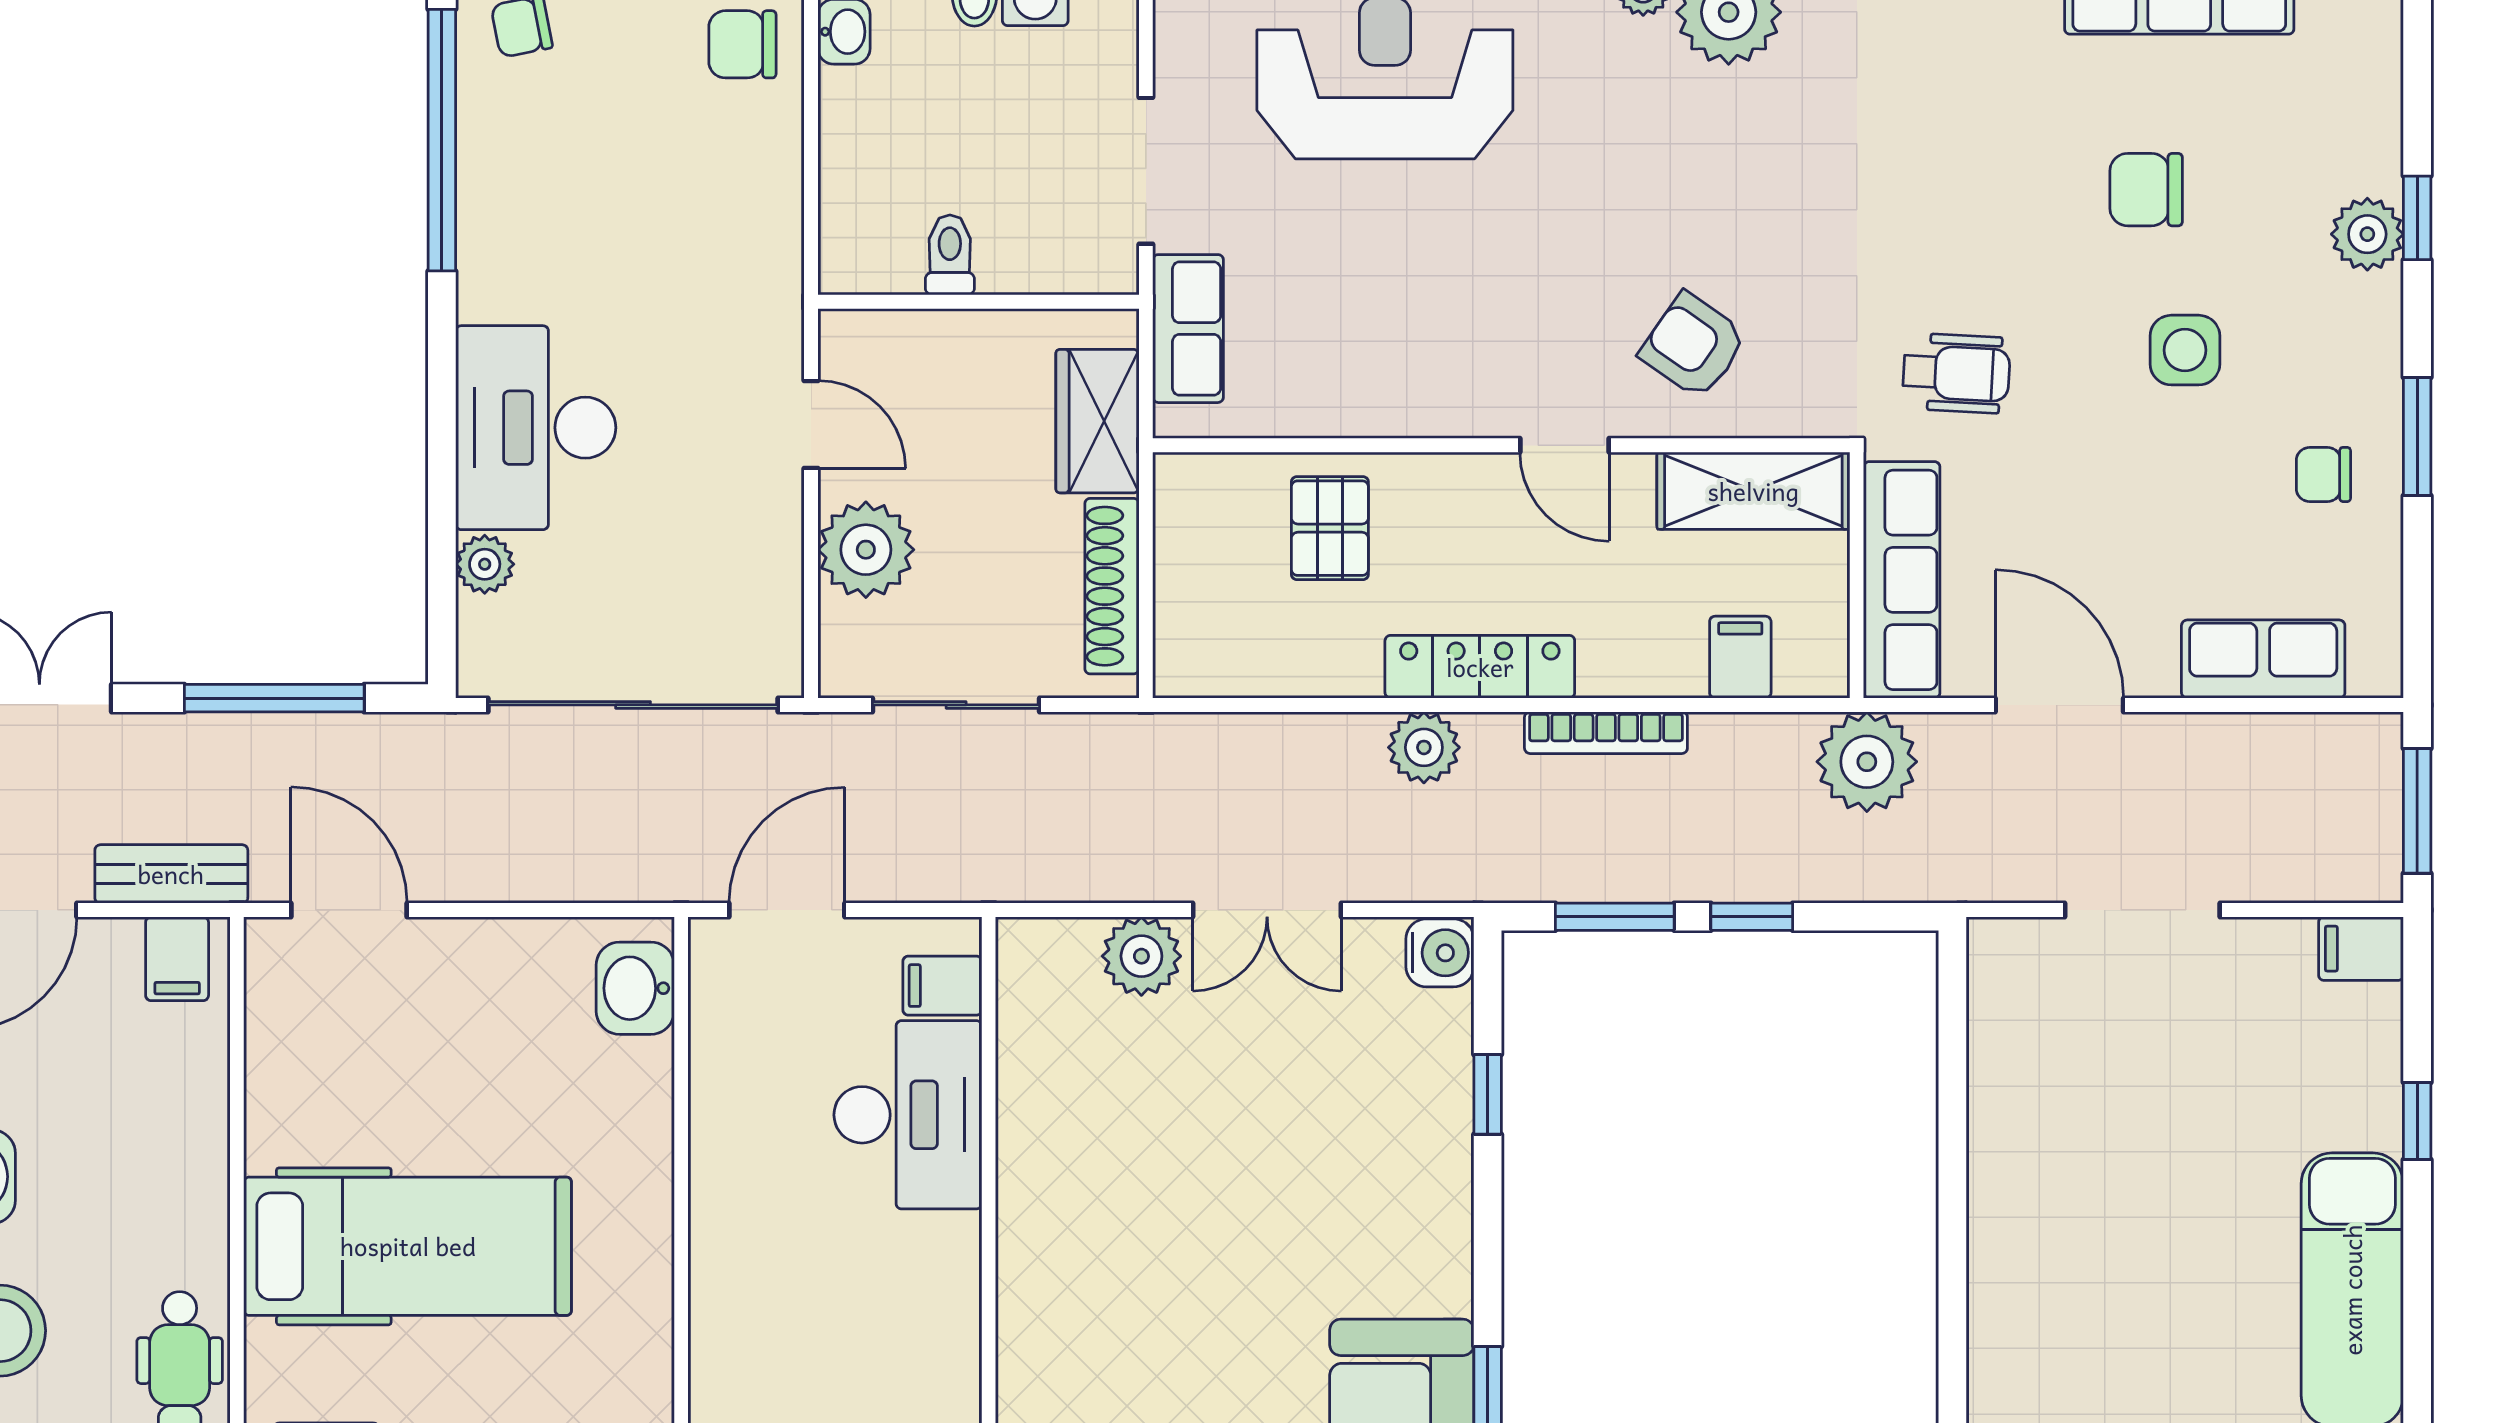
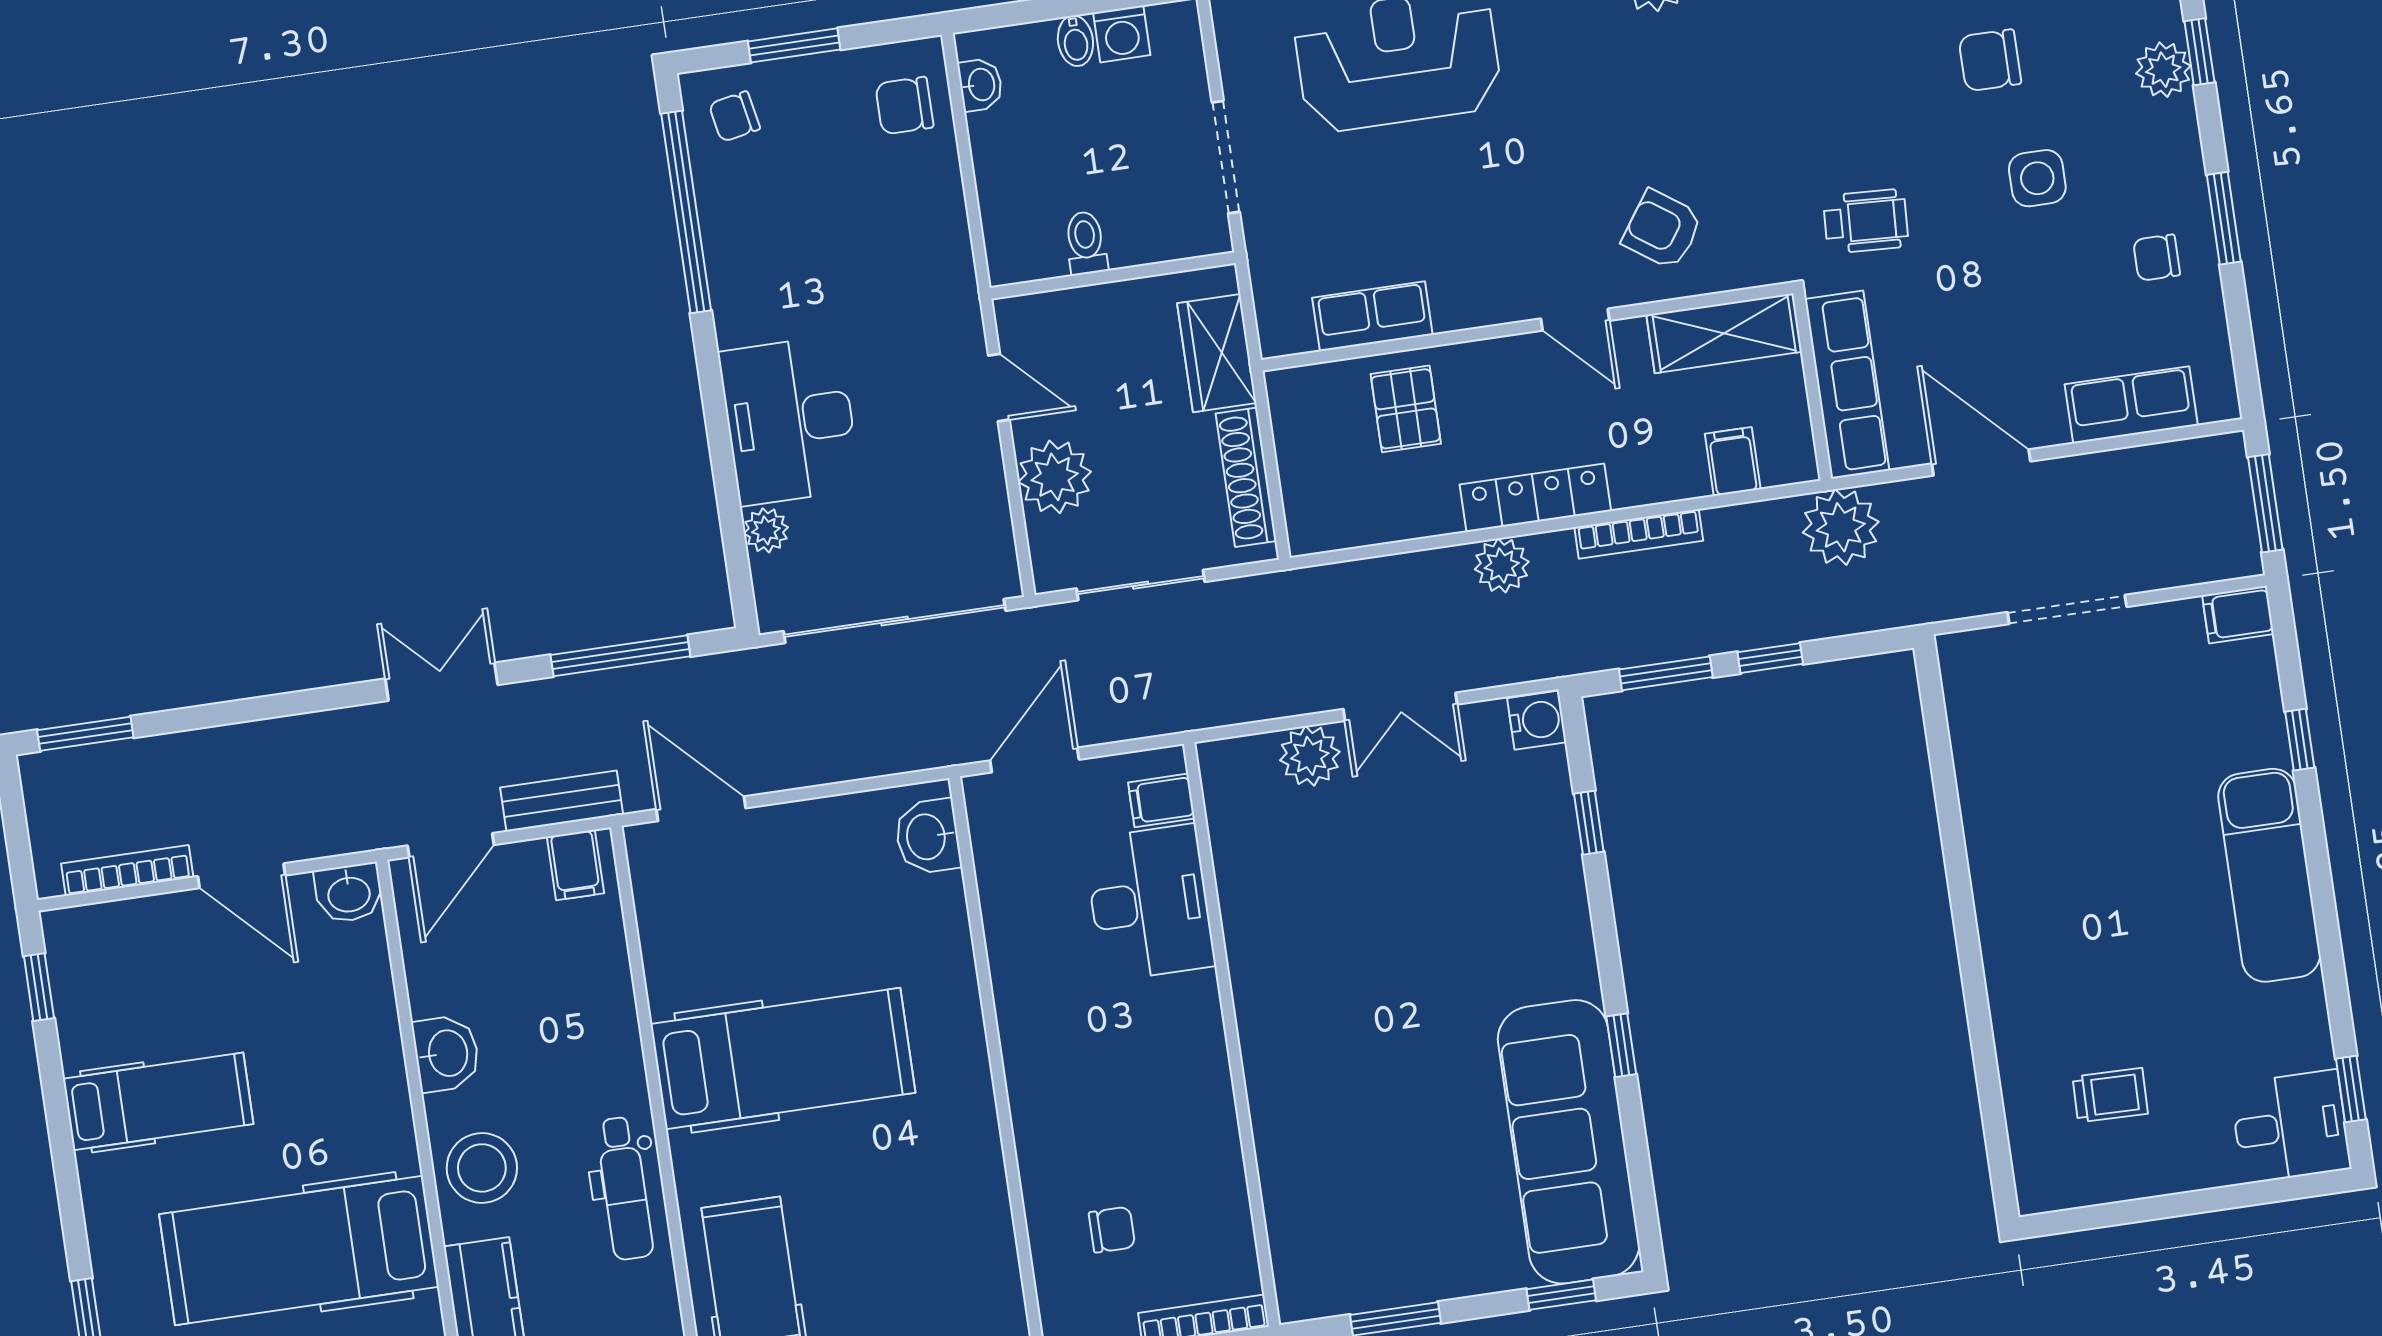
row of seats: (1188, 329) -> (1372, 316), moved, turned -90

